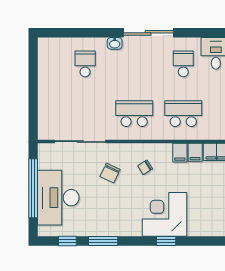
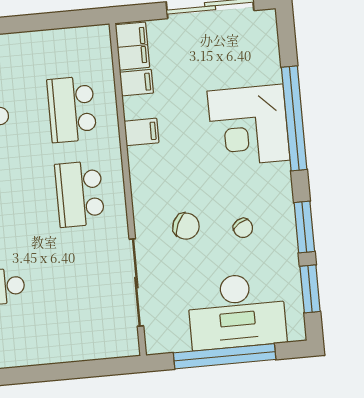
filing cabinet: (180, 153) -> (142, 132), moved
chair: (145, 167) -> (243, 228), moved
window: (67, 241) -> (310, 289), width x1.50
window: (166, 241) -> (294, 118), width x3.17

